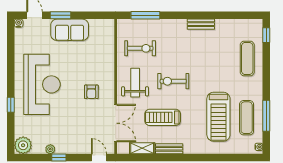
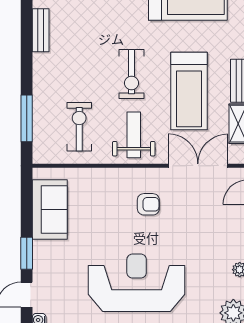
sofa: (70, 30) -> (50, 209), moved
weight bench: (135, 83) -> (134, 135), turned 90
treadmill: (163, 117) -> (189, 91), width x1.37, depth x1.38

